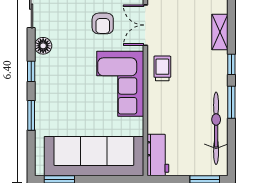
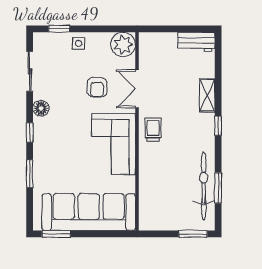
window: (231, 102) -> (218, 188), moved
workbench: (158, 155) -> (149, 211), removed

